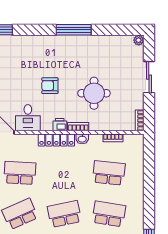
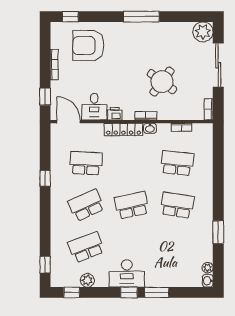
plant: (139, 40) -> (203, 32), width x1.88, depth x1.88
sliding door: (149, 77) -> (218, 65), width x1.37
armchair: (50, 86) -> (88, 46), moved, width x1.88, depth x1.88
round table: (94, 93) -> (162, 82), turned 37
printer: (60, 125) -> (115, 114), moved

